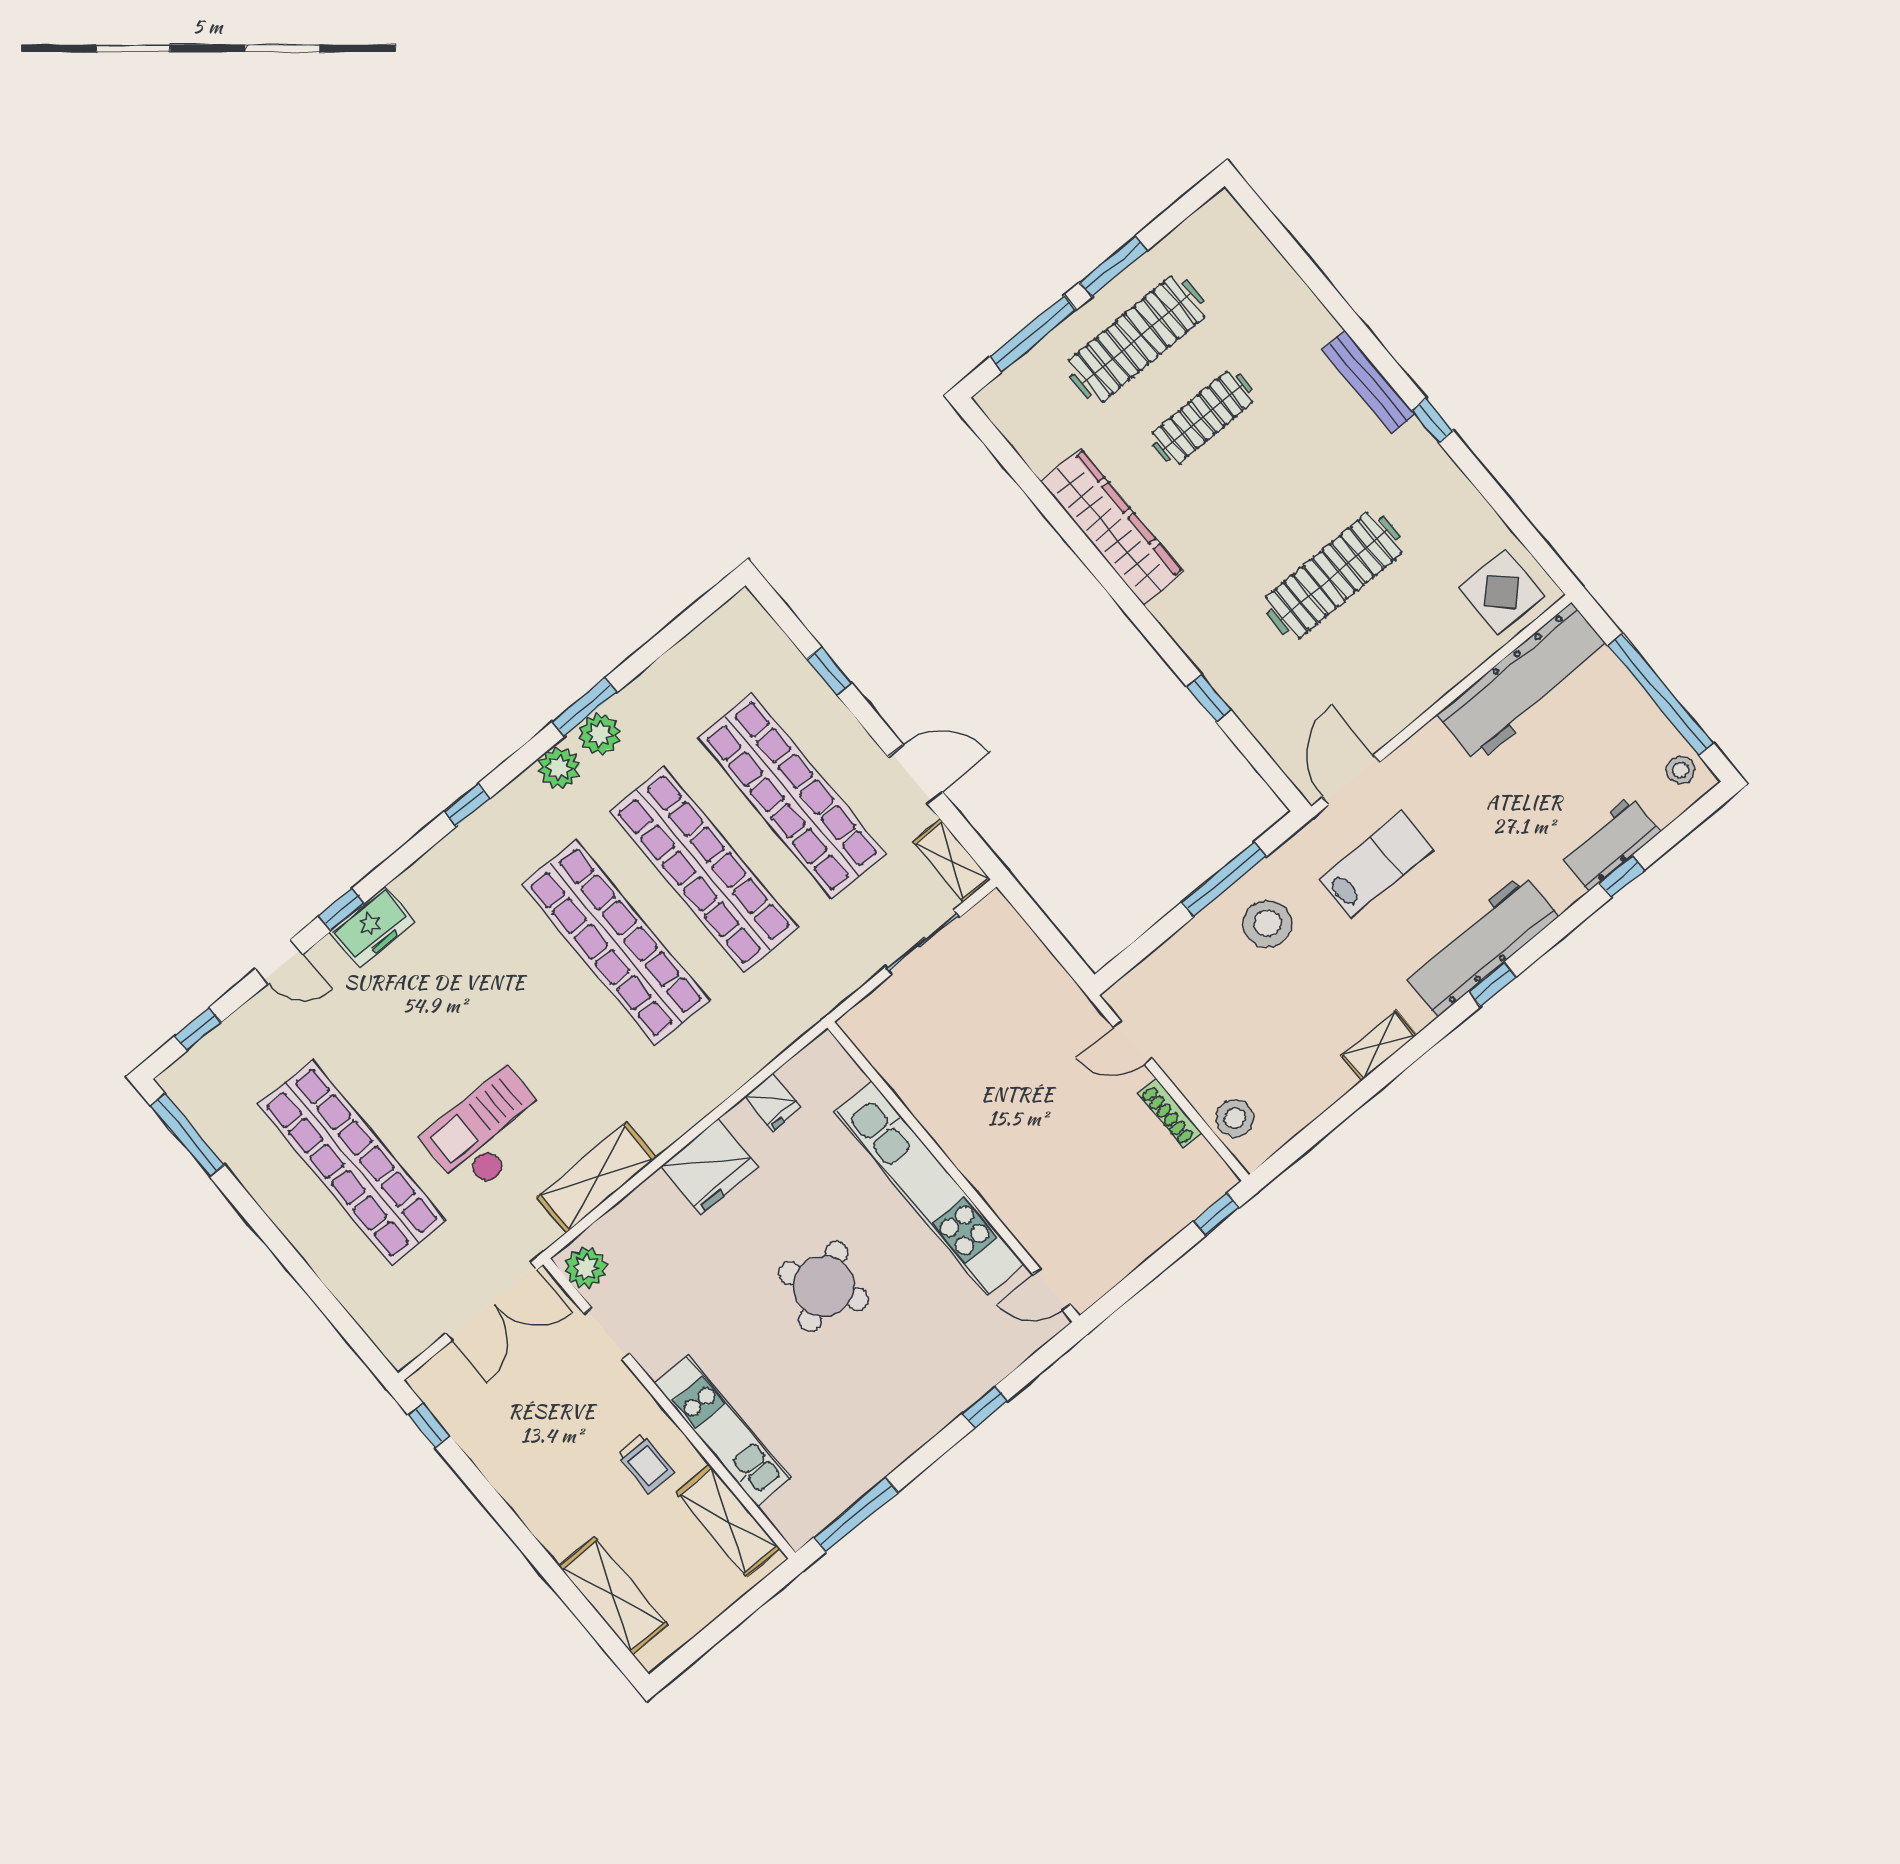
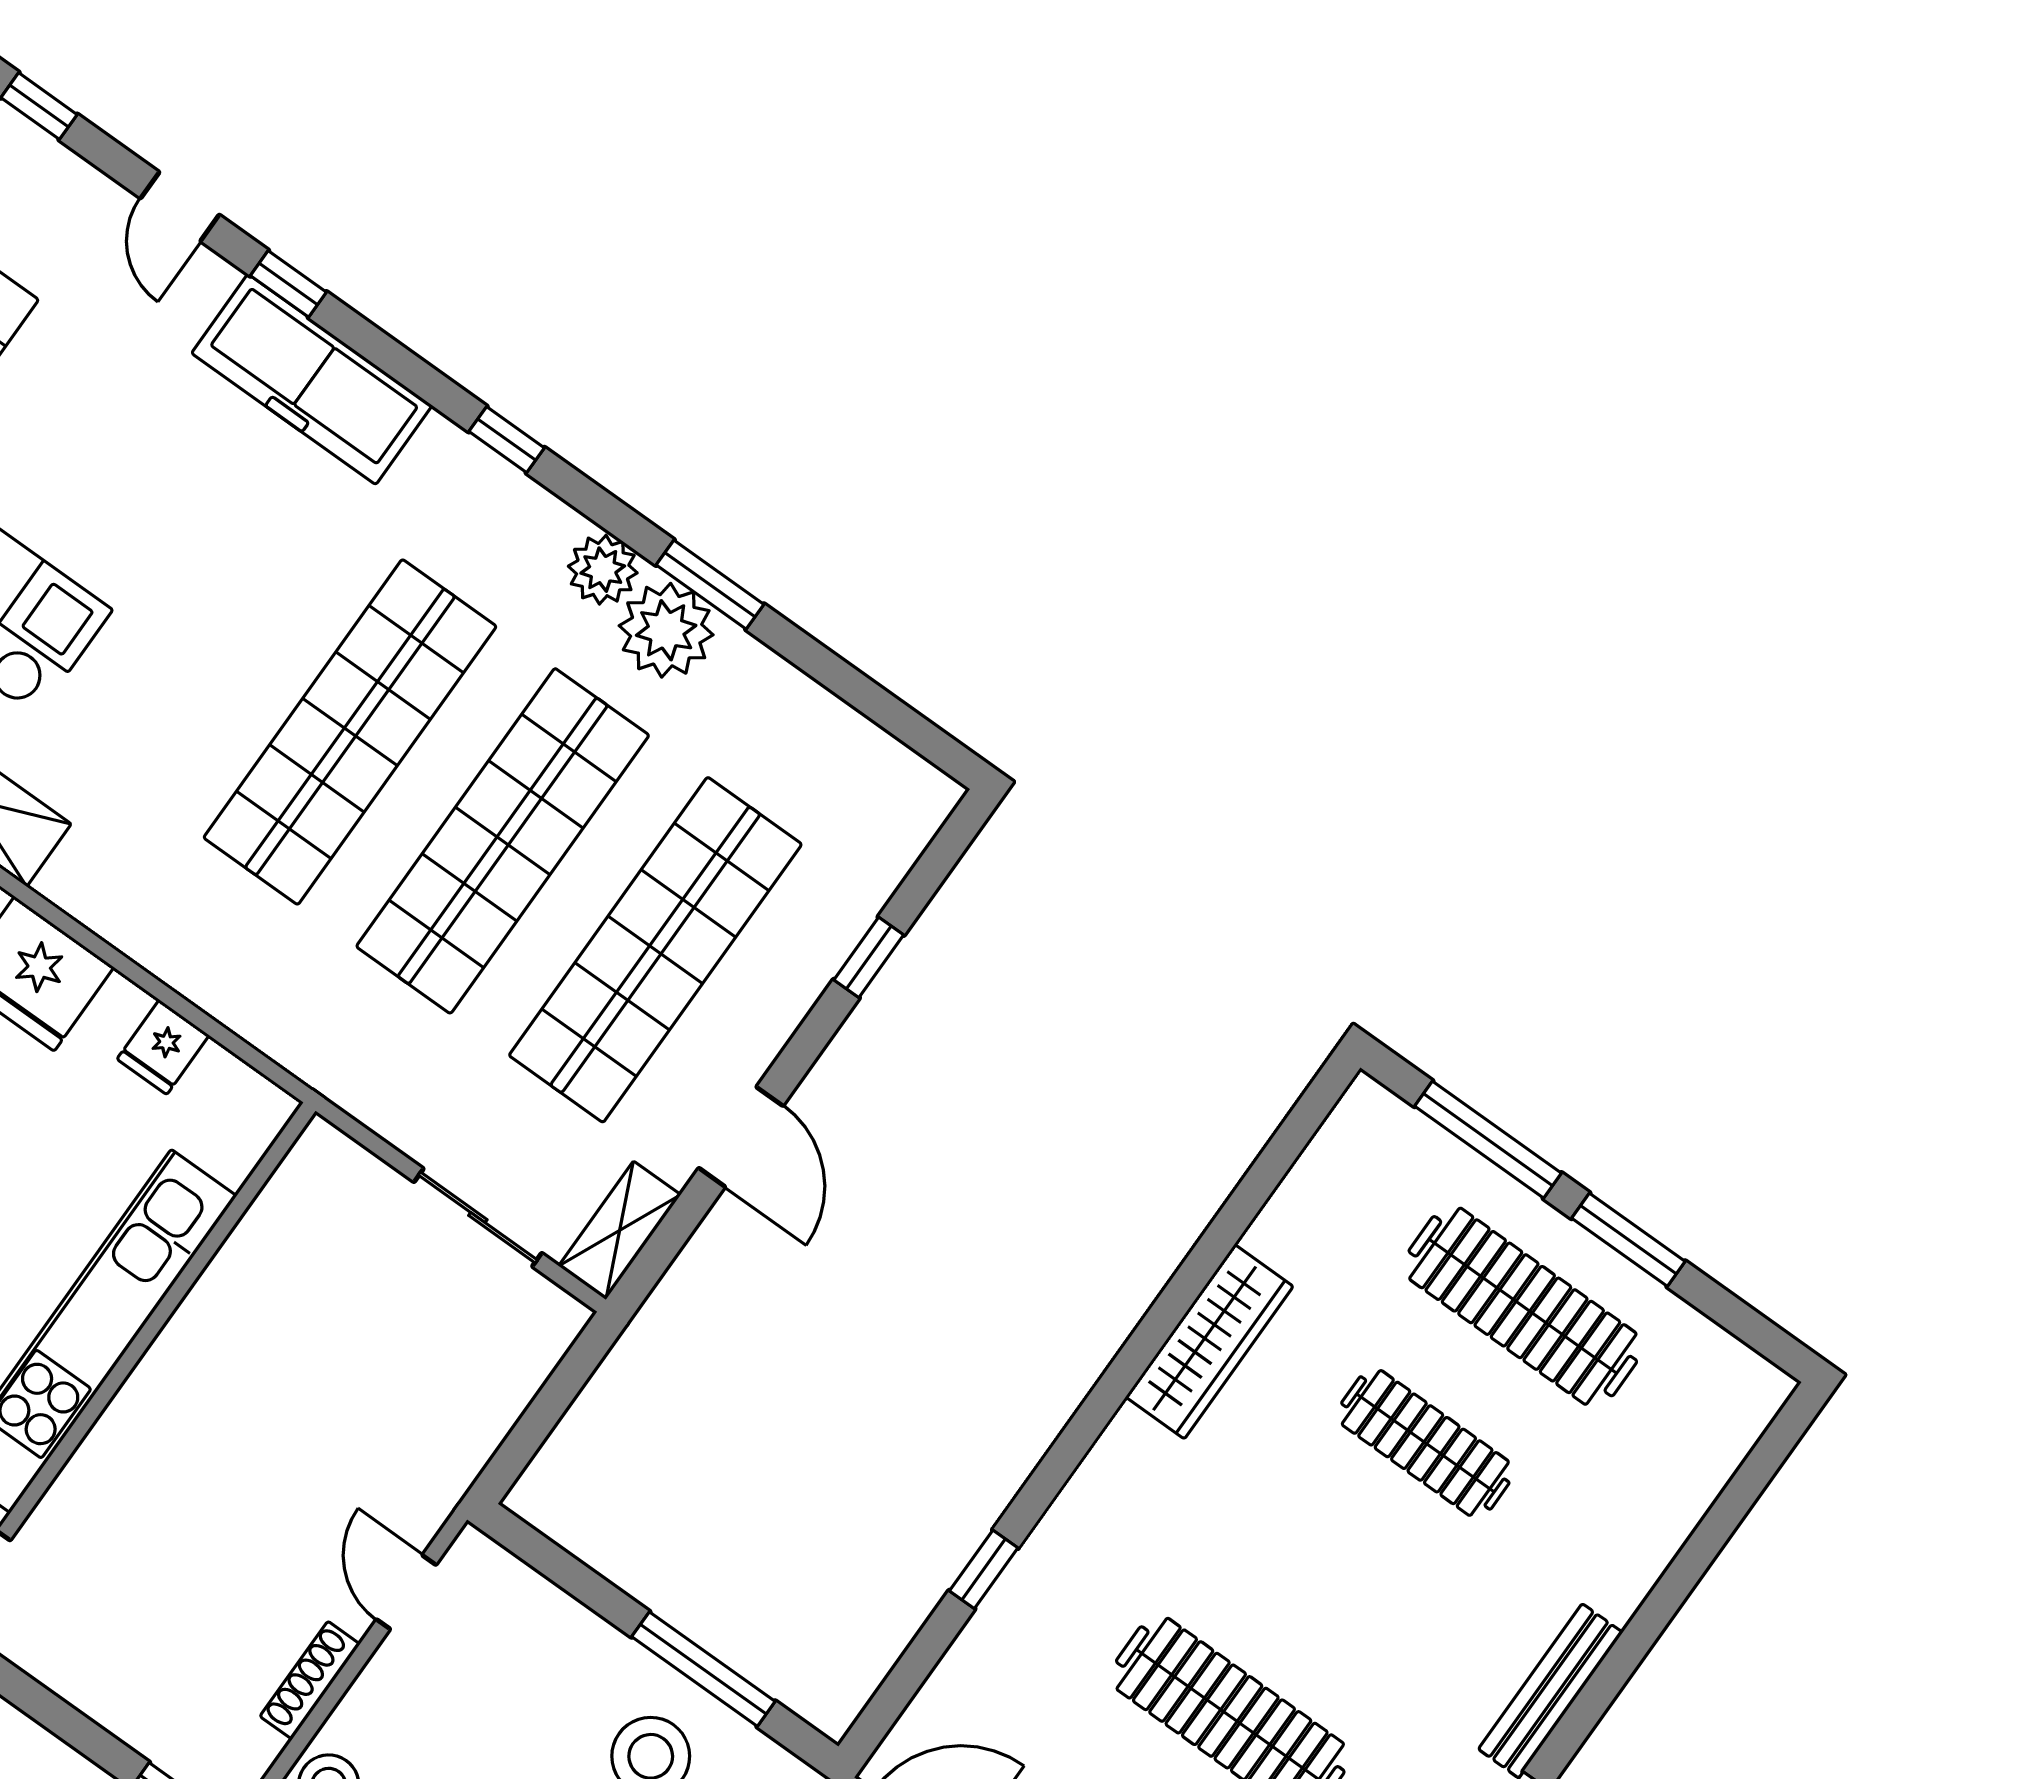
wardrobe: (1112, 527) -> (1209, 1342), width x0.71, depth x0.85
plant: (600, 734) -> (666, 630), width x1.36, depth x1.36
freezer: (372, 927) -> (312, 379), width x1.91, depth x1.26

